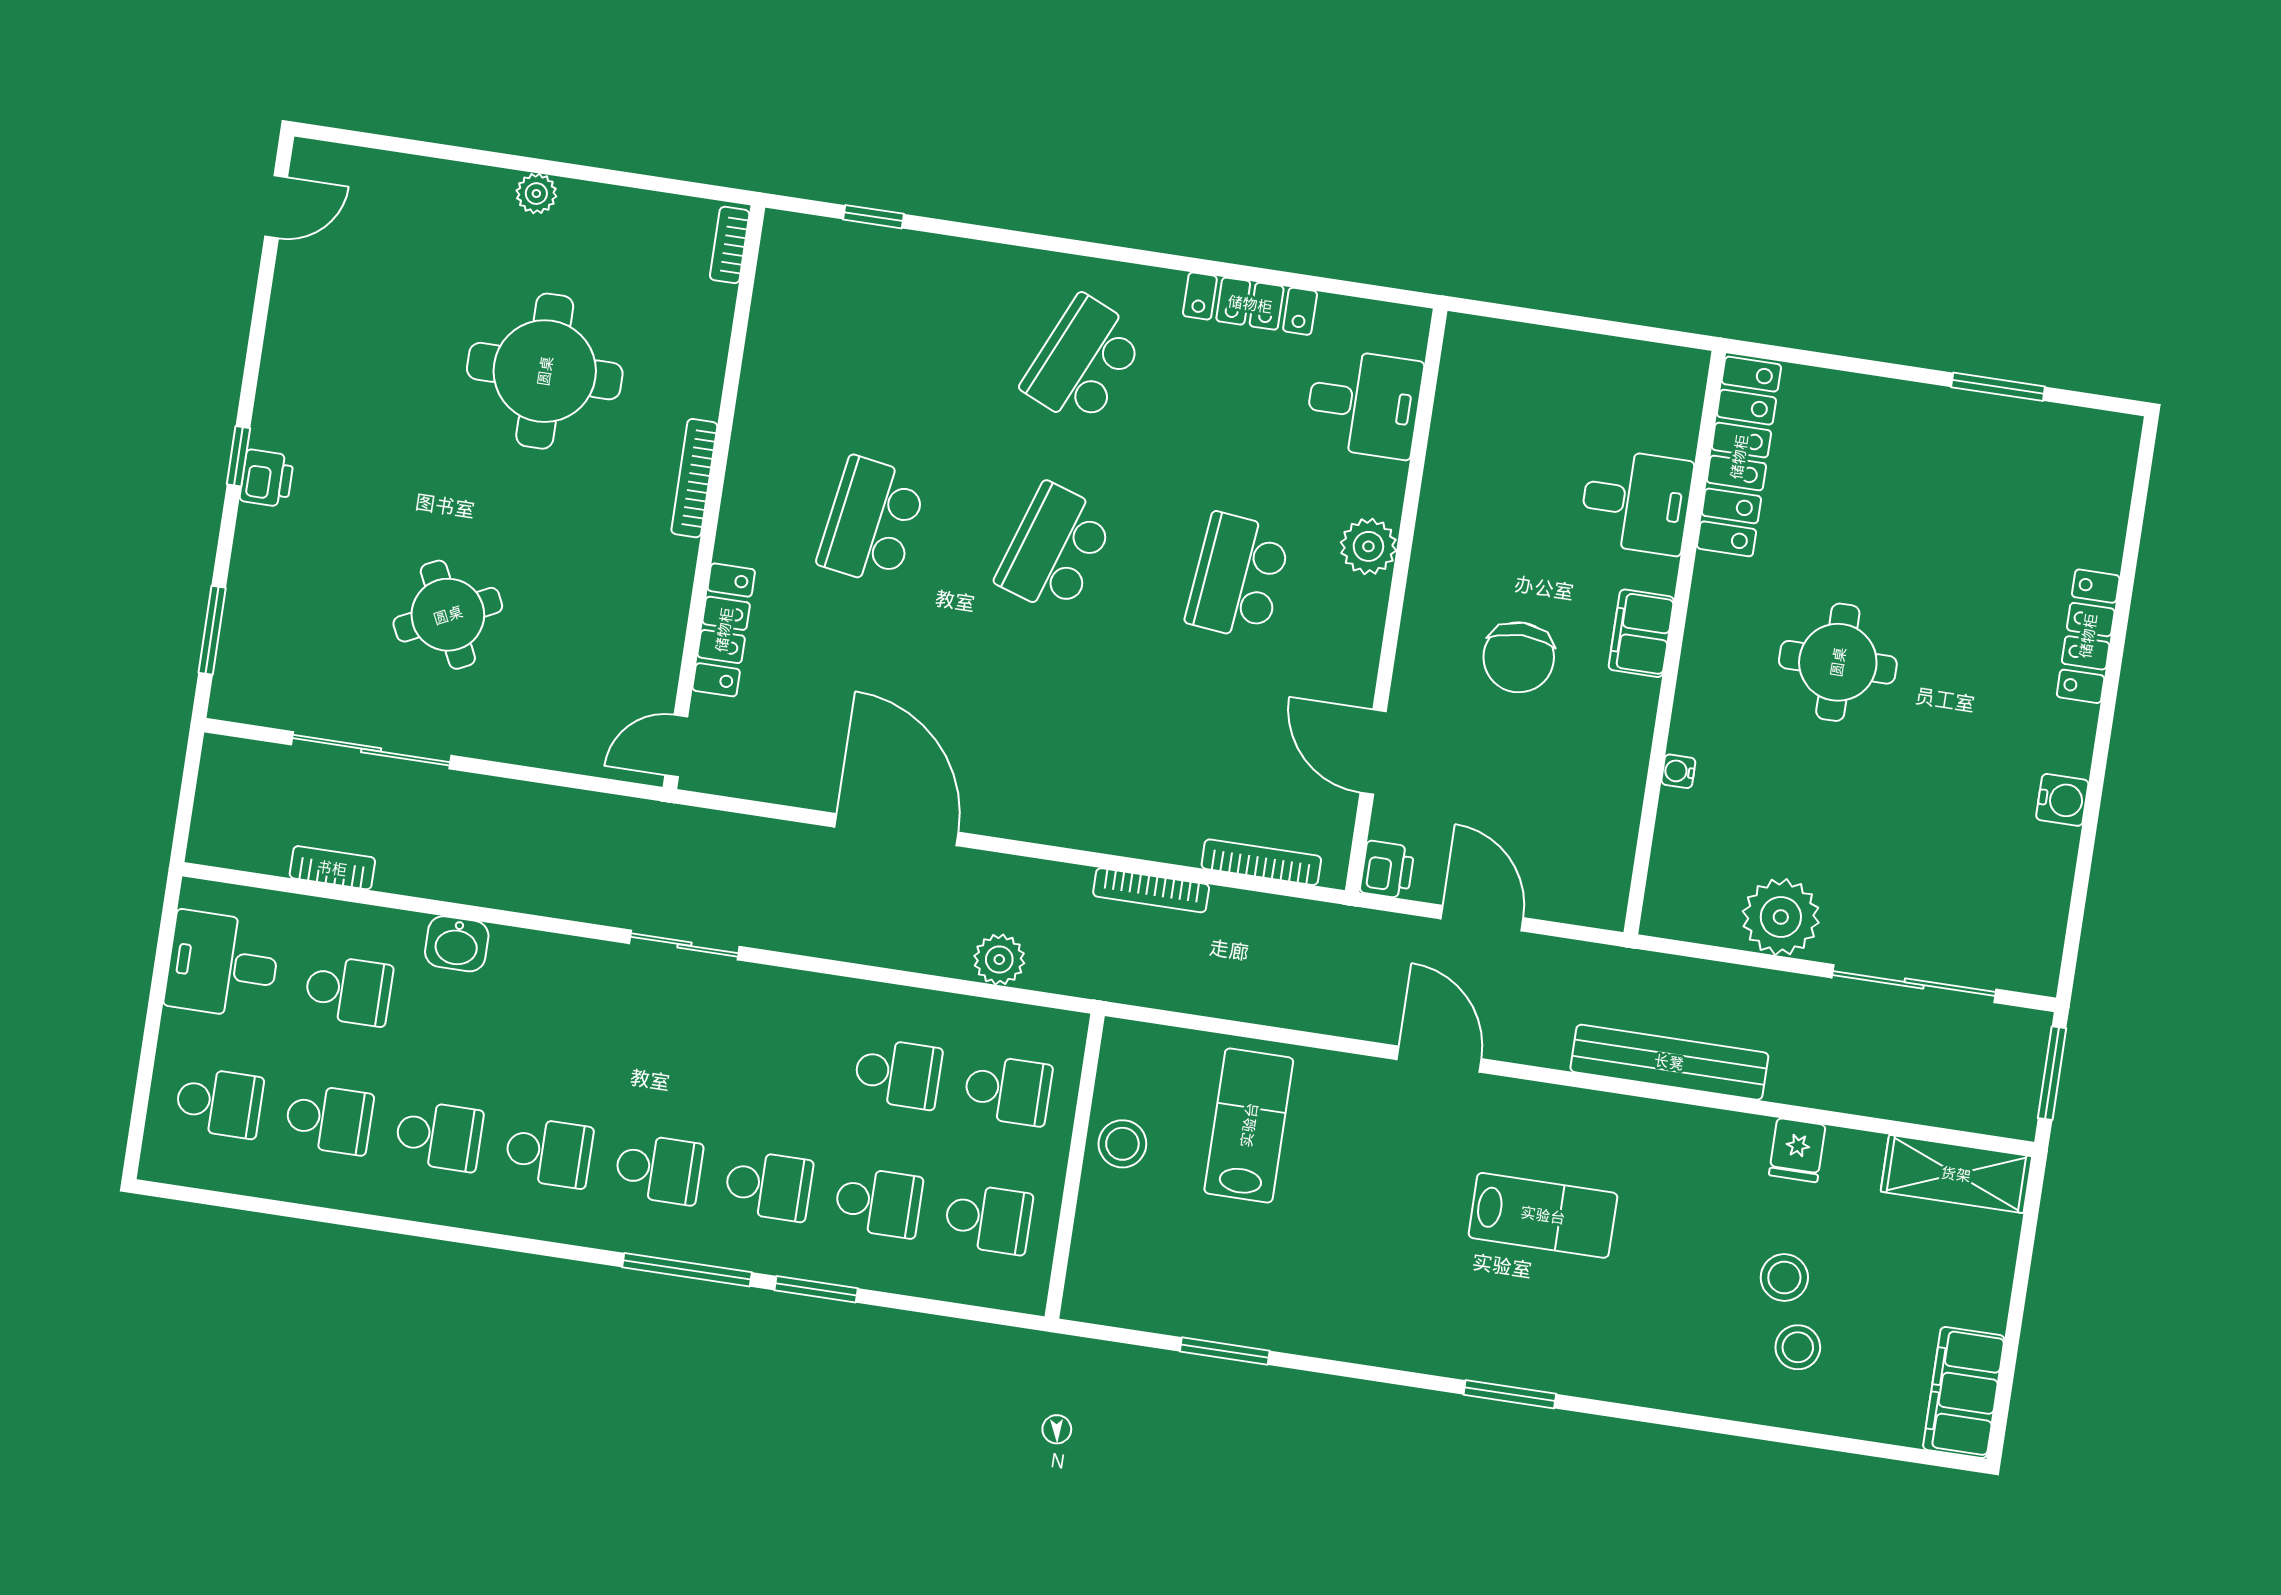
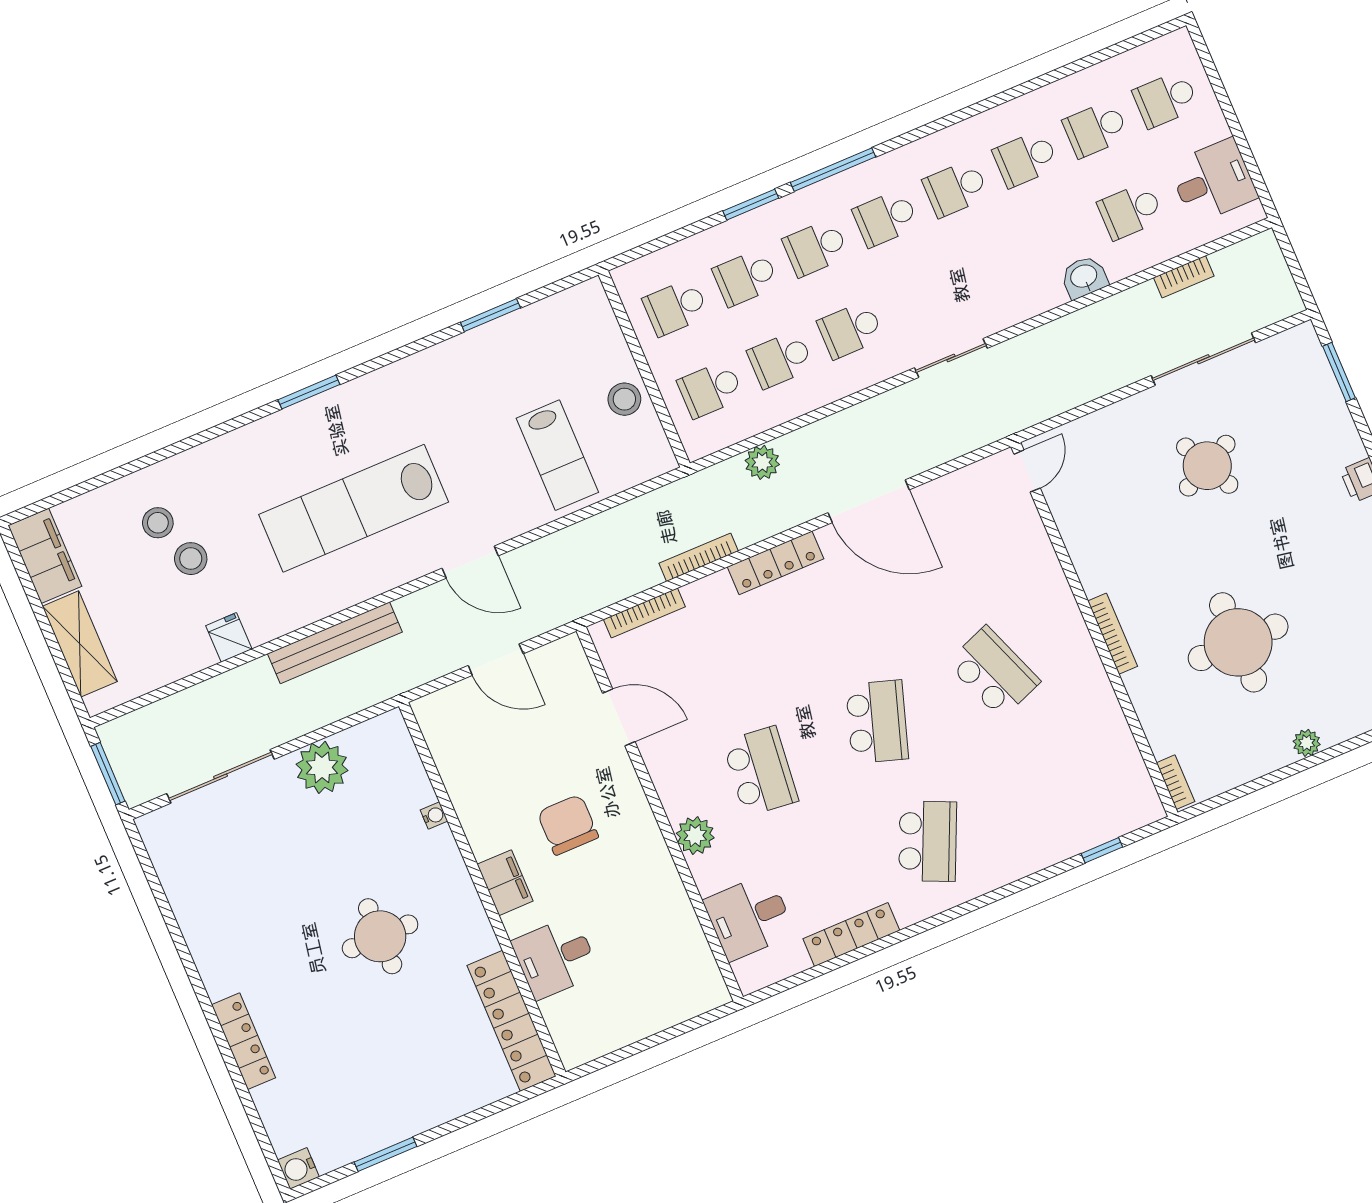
school desk: (872, 521) -> (994, 672), turned -30
locker: (724, 630) -> (776, 563), moved, turned -90
water cooler: (2062, 800) -> (298, 1168), moved
printer: (1387, 870) -> (568, 654), removed
school desk: (788, 1057) -> (850, 330), added
shelving: (1956, 1174) -> (80, 644), moved, turned 90
lab bench: (1543, 1215) -> (354, 508), width x1.86, depth x1.39

